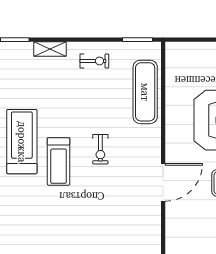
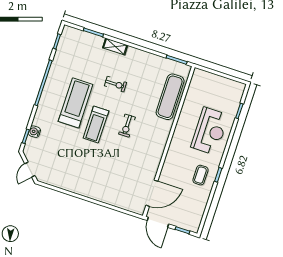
exercise bike: (94, 61) -> (115, 84), moved
door: (163, 182) -> (152, 193), moved

